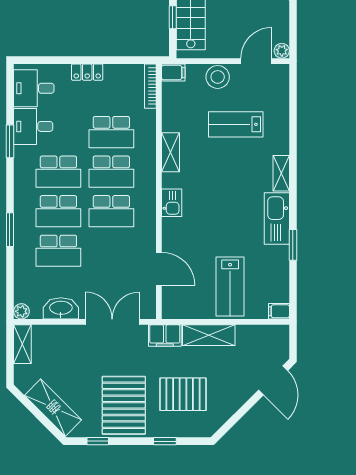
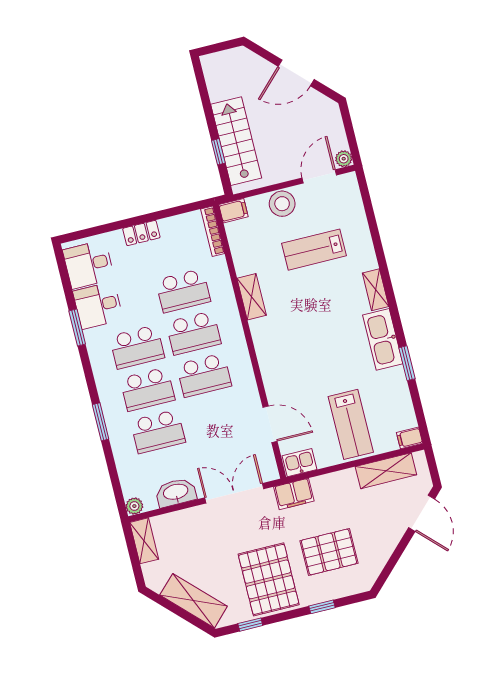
kitchen sink: (172, 203) -> (300, 463), moved, turned -90
shelving: (209, 335) -> (386, 471), moved

